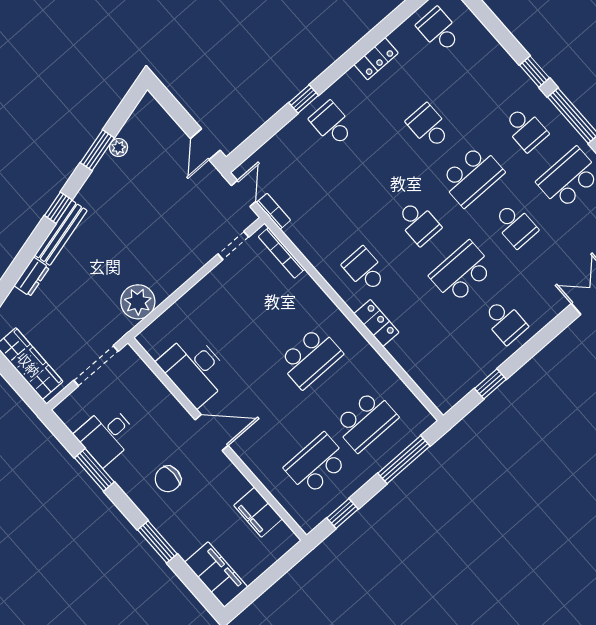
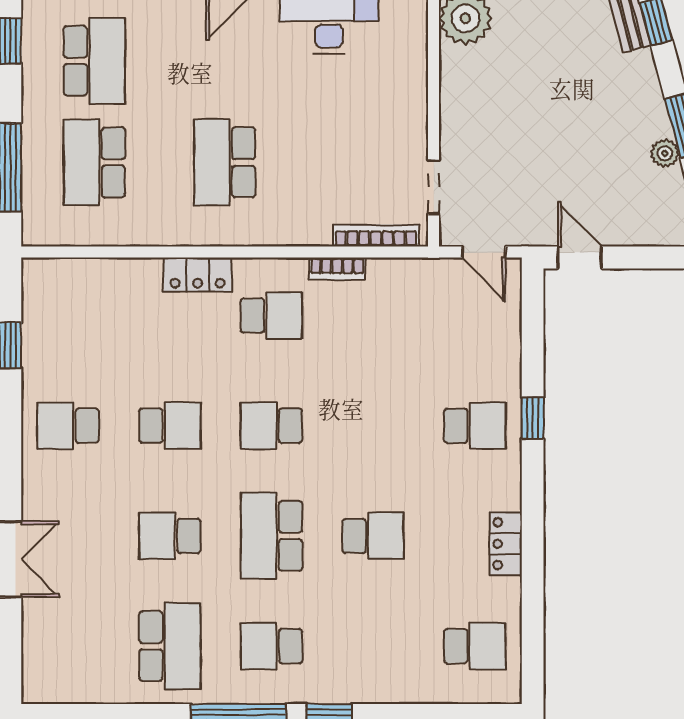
bookcase: (274, 211) -> (337, 269), moved
school desk: (462, 272) -> (170, 426), width x0.54

